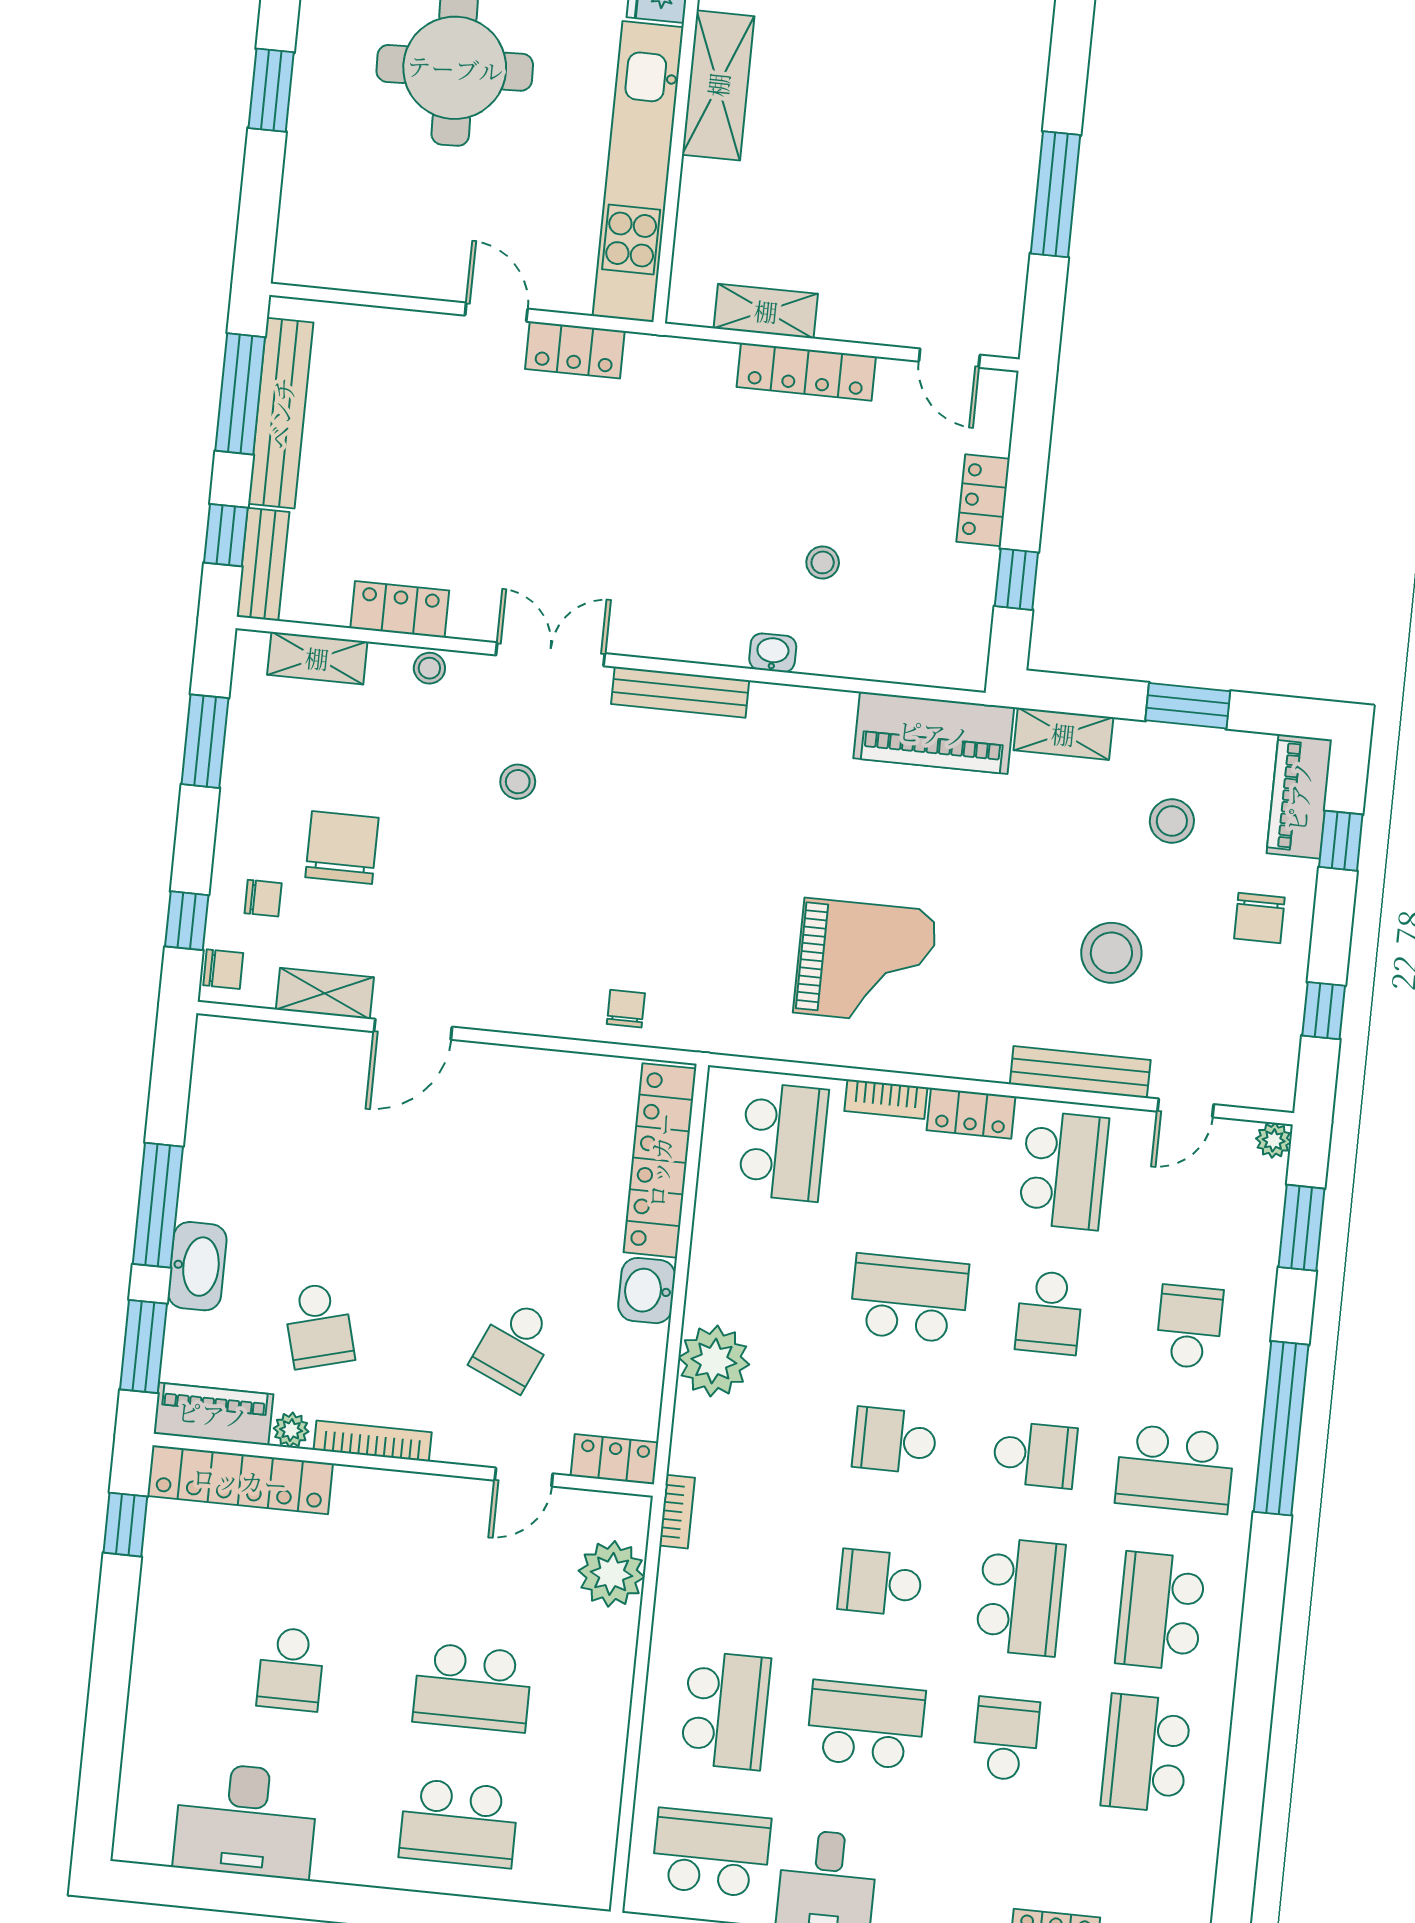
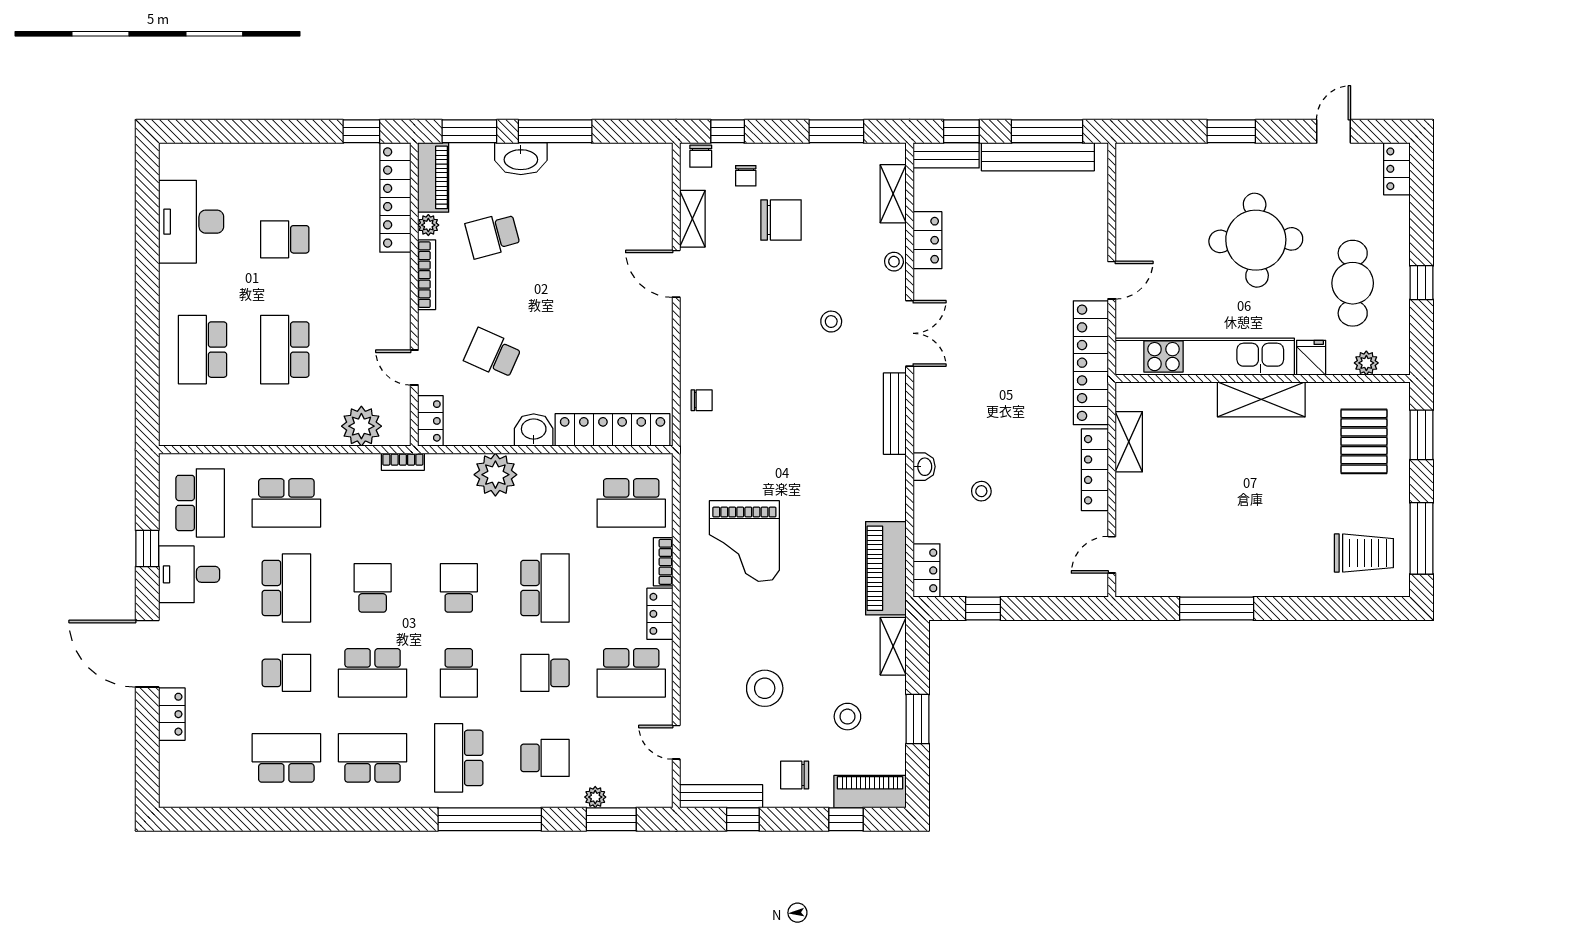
locker: (575, 350) -> (1091, 363), width x2.16, depth x1.21
locker: (983, 500) -> (927, 570), moved, turned 90
bench: (1080, 1072) -> (721, 796), moved, turned 90
plant: (1274, 1140) -> (595, 797), moved

